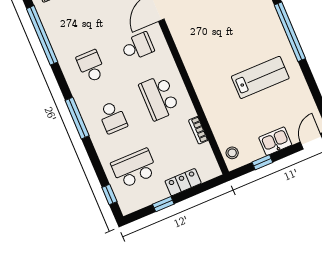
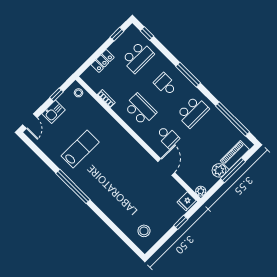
school desk: (138, 47) -> (168, 137), turned -90
school desk: (91, 66) -> (193, 112), width x1.85
lab bench: (260, 77) -> (80, 149), turned 180
window: (163, 204) -> (117, 34), moved

